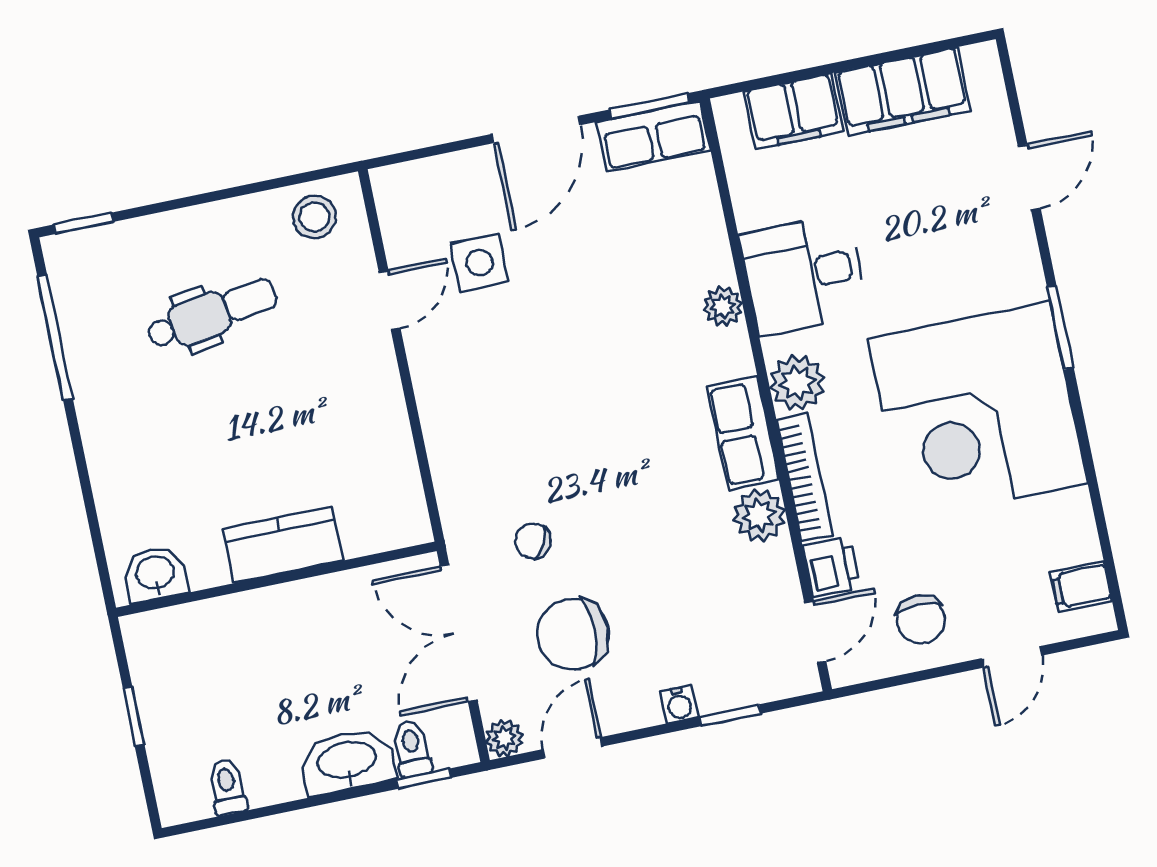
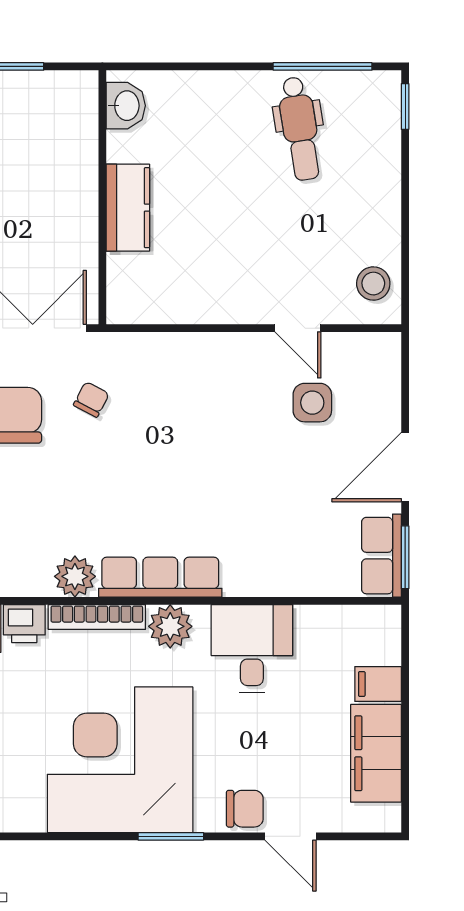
filing cabinet: (793, 112) -> (378, 684), width x0.50
door: (536, 129) -> (405, 467), hinge flipped
chair: (1006, 242) -> (245, 809), added
plant: (723, 306) -> (240, 582), removed
dental chair: (212, 314) -> (300, 129), moved
row of seats: (743, 433) -> (160, 577), width x1.48

